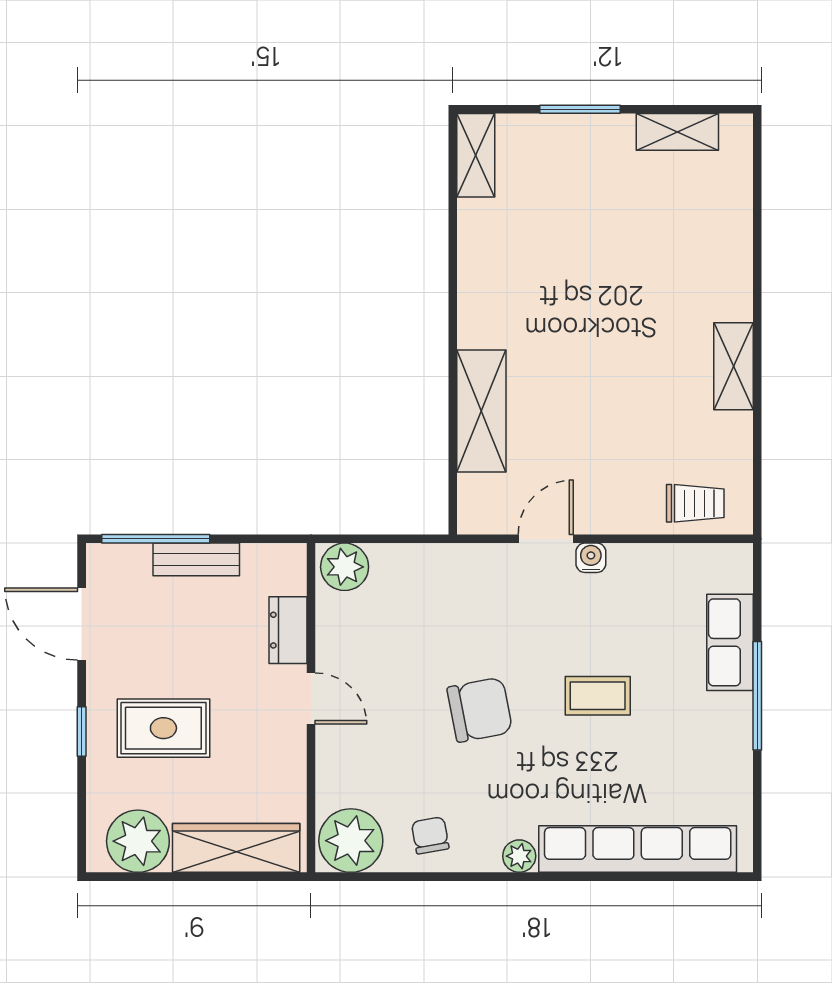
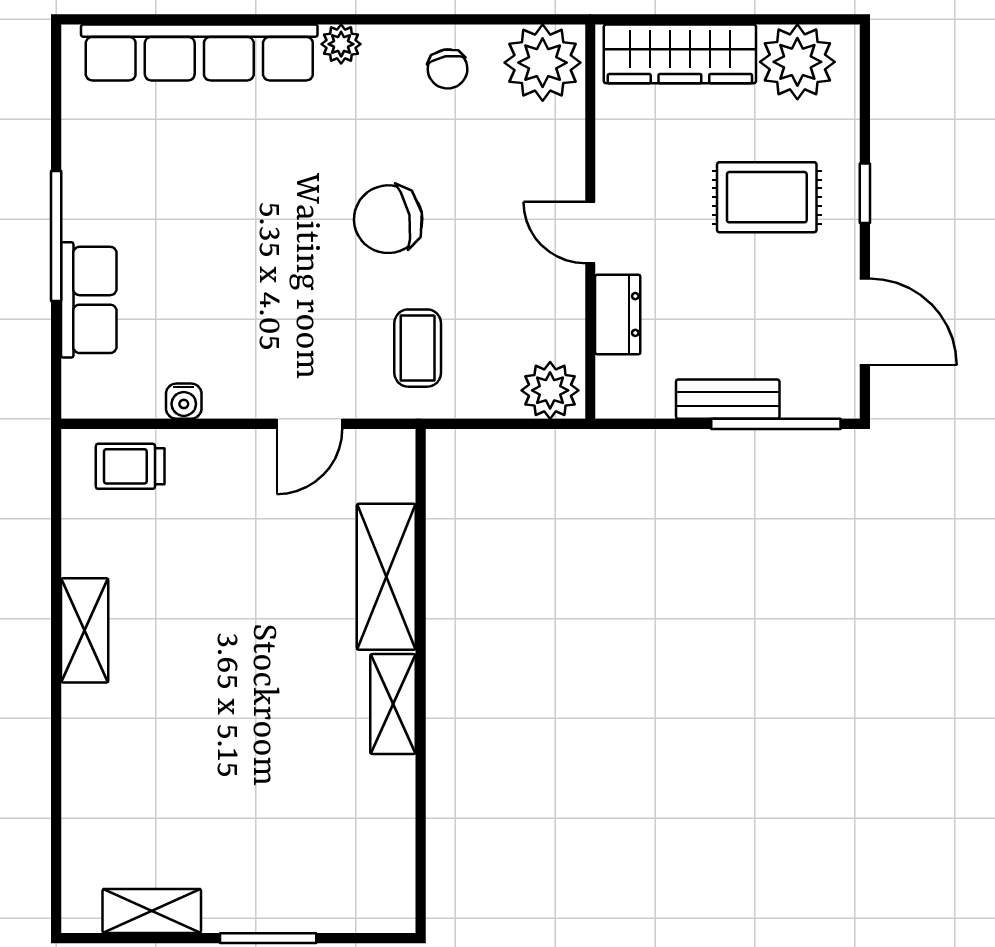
shelving: (476, 155) -> (393, 704), moved
water cooler: (591, 558) -> (184, 401), moved
coffee table: (598, 696) -> (418, 348), moved, turned 90

